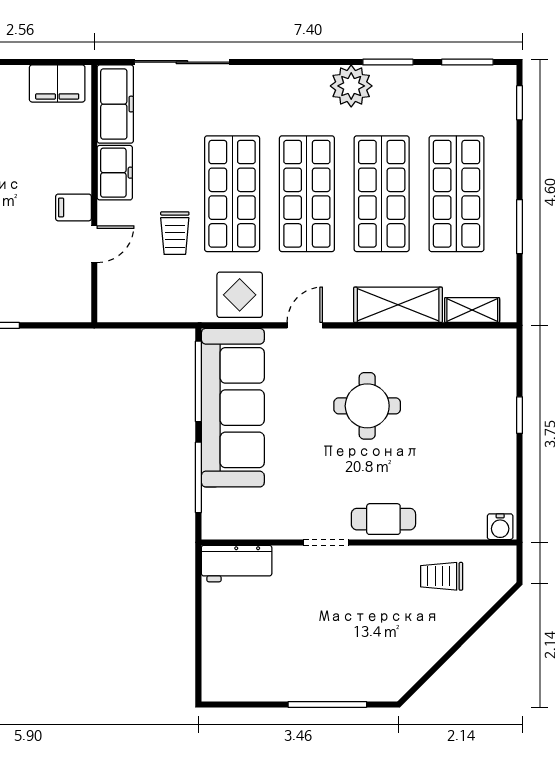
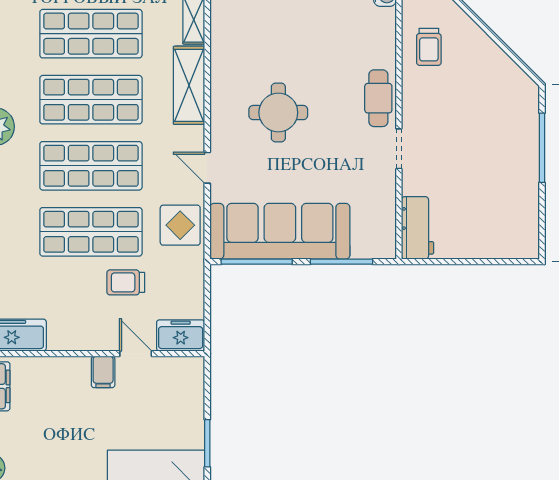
freezer: (115, 173) -> (181, 335), moved
trolley: (175, 233) -> (126, 282), turned 180

